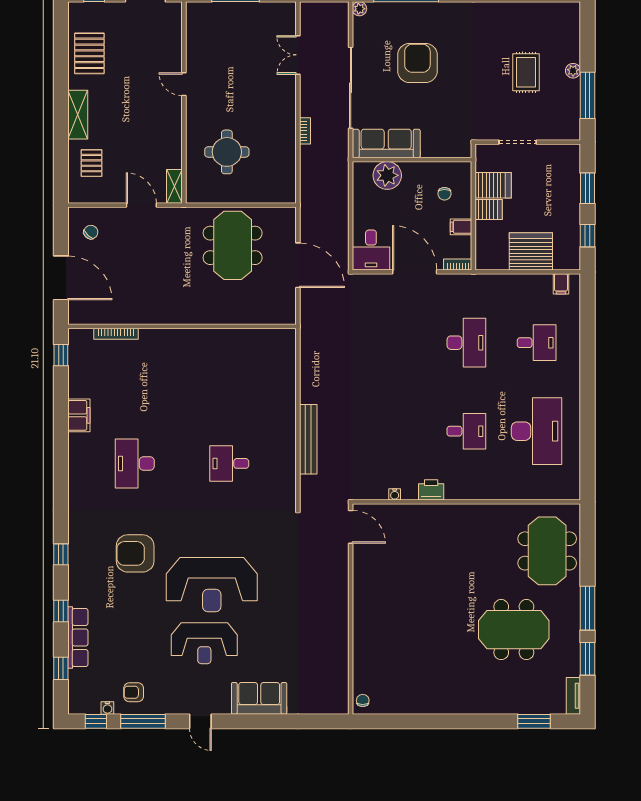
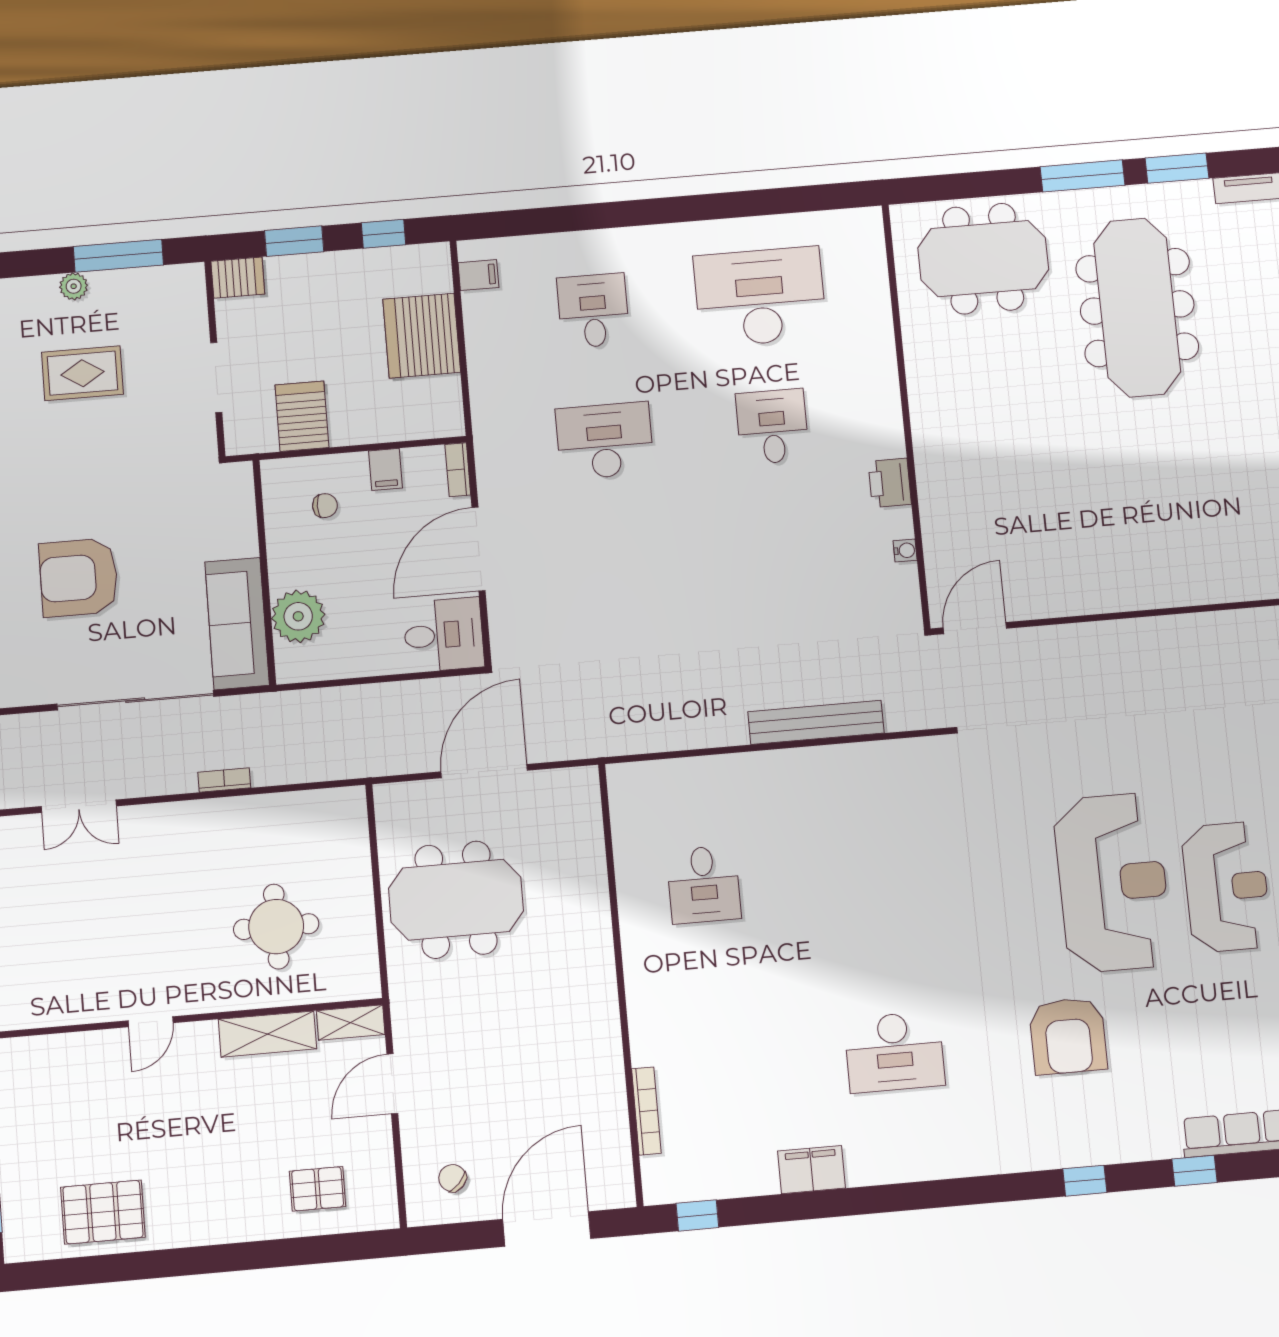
shelving: (78, 115) -> (268, 1034), moved
server rack: (489, 210) -> (238, 278), moved, turned 90
desk: (229, 463) -> (704, 884), moved
meeting table: (514, 630) -> (1137, 307), width x1.36

